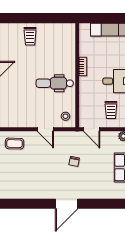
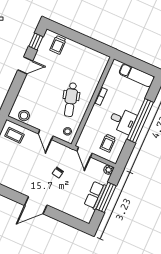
trolley: (30, 36) -> (58, 45), moved
dental chair: (55, 83) -> (71, 100), turned -105
stool: (15, 120) -> (24, 116), added

